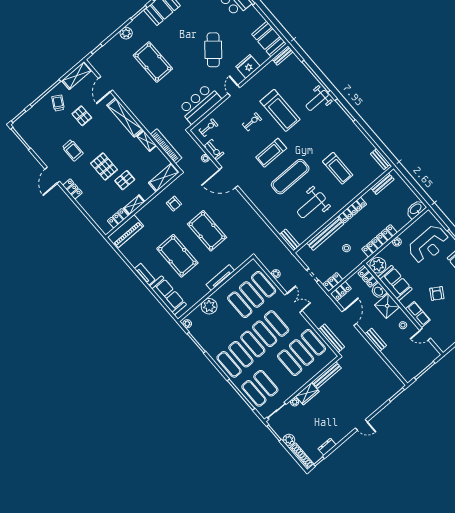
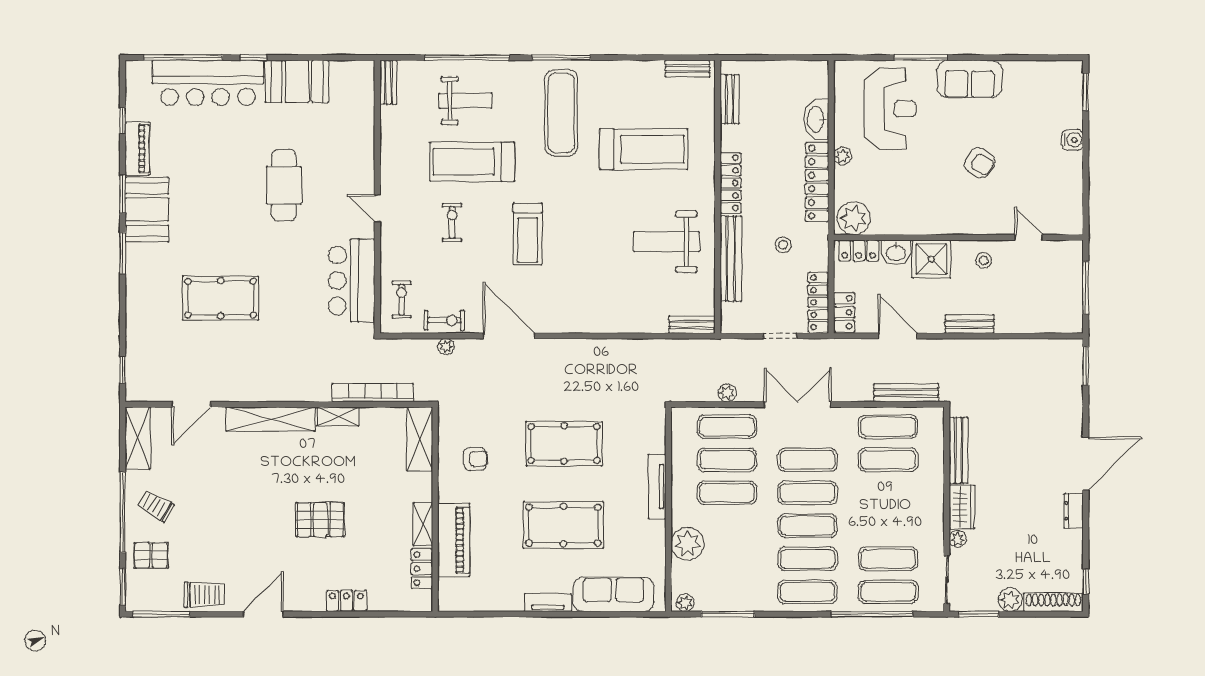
plant: (126, 33) -> (138, 301), removed
booth: (269, 39) -> (297, 81), moved
cafe table: (213, 50) -> (284, 185), turned 50
fridge: (248, 66) -> (358, 153), removed
door: (106, 84) -> (191, 404), hinge flipped
weight bench: (317, 100) -> (465, 101), moved, turned -90
treadmill: (280, 110) -> (472, 162), turned 180
pallet: (82, 116) -> (151, 555), moved
trolley: (73, 150) -> (204, 595), moved
treadmill: (338, 168) -> (644, 149), width x1.37, depth x1.38
door: (52, 175) -> (263, 614), swing flipped
exercise mat: (290, 177) -> (561, 113), moved
door: (229, 178) -> (509, 336), swing flipped
pallet: (125, 180) -> (370, 505), removed
locker: (72, 189) -> (346, 601), moved
weight bench: (311, 205) -> (667, 242), turned 90
washbasin: (416, 209) -> (816, 119), moved
piano: (125, 232) -> (454, 540), moved
locker: (333, 282) -> (818, 302), width x1.53
sofa: (395, 283) -> (906, 215), removed
double door: (293, 303) -> (798, 404), width x1.37
row of seats: (418, 315) -> (987, 222), removed
door: (425, 334) -> (1029, 237), swing flipped
exercise mat: (290, 363) -> (888, 493), removed
door: (361, 425) -> (1086, 464), width x1.87
dresser: (327, 447) -> (1074, 511), moved

